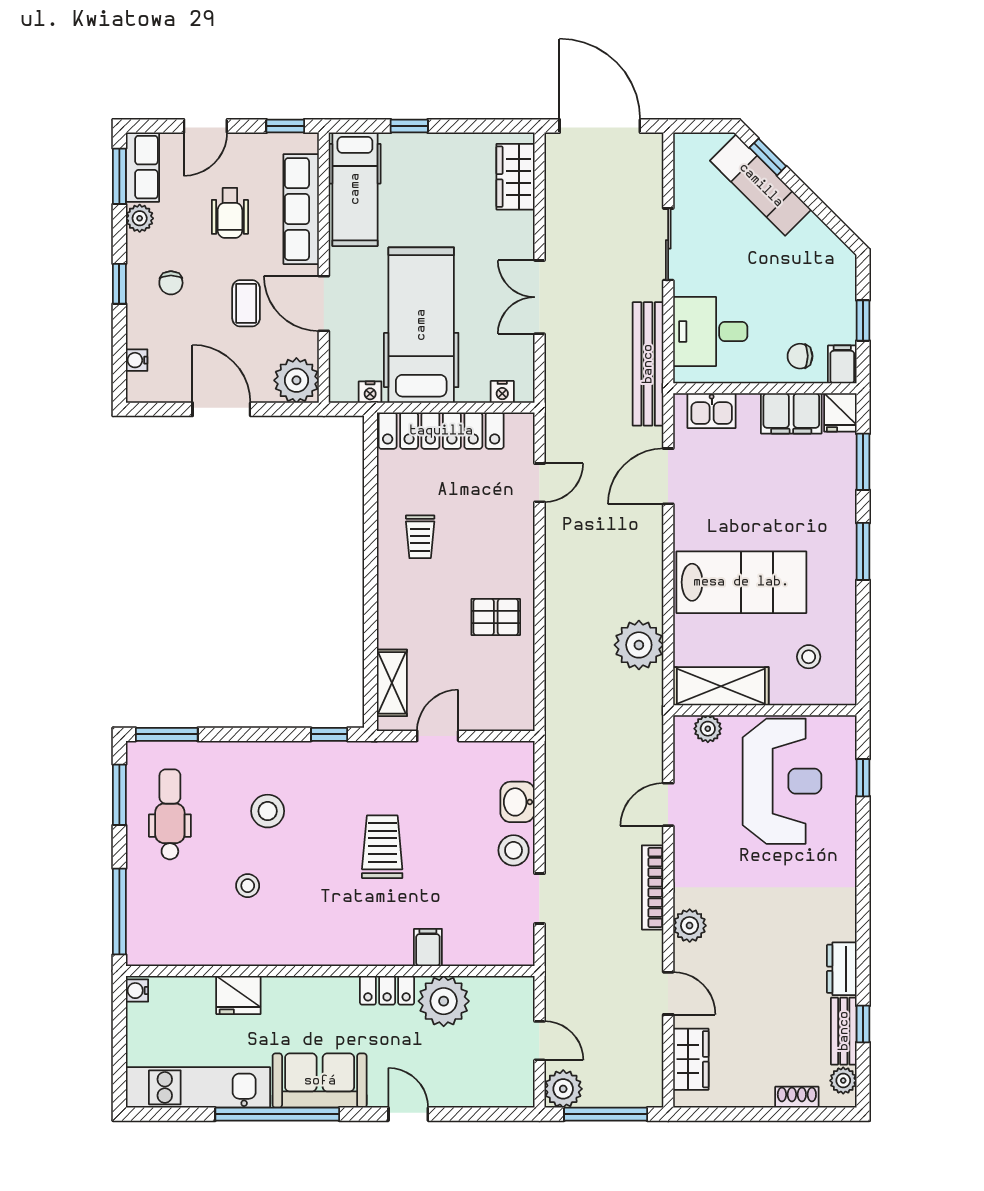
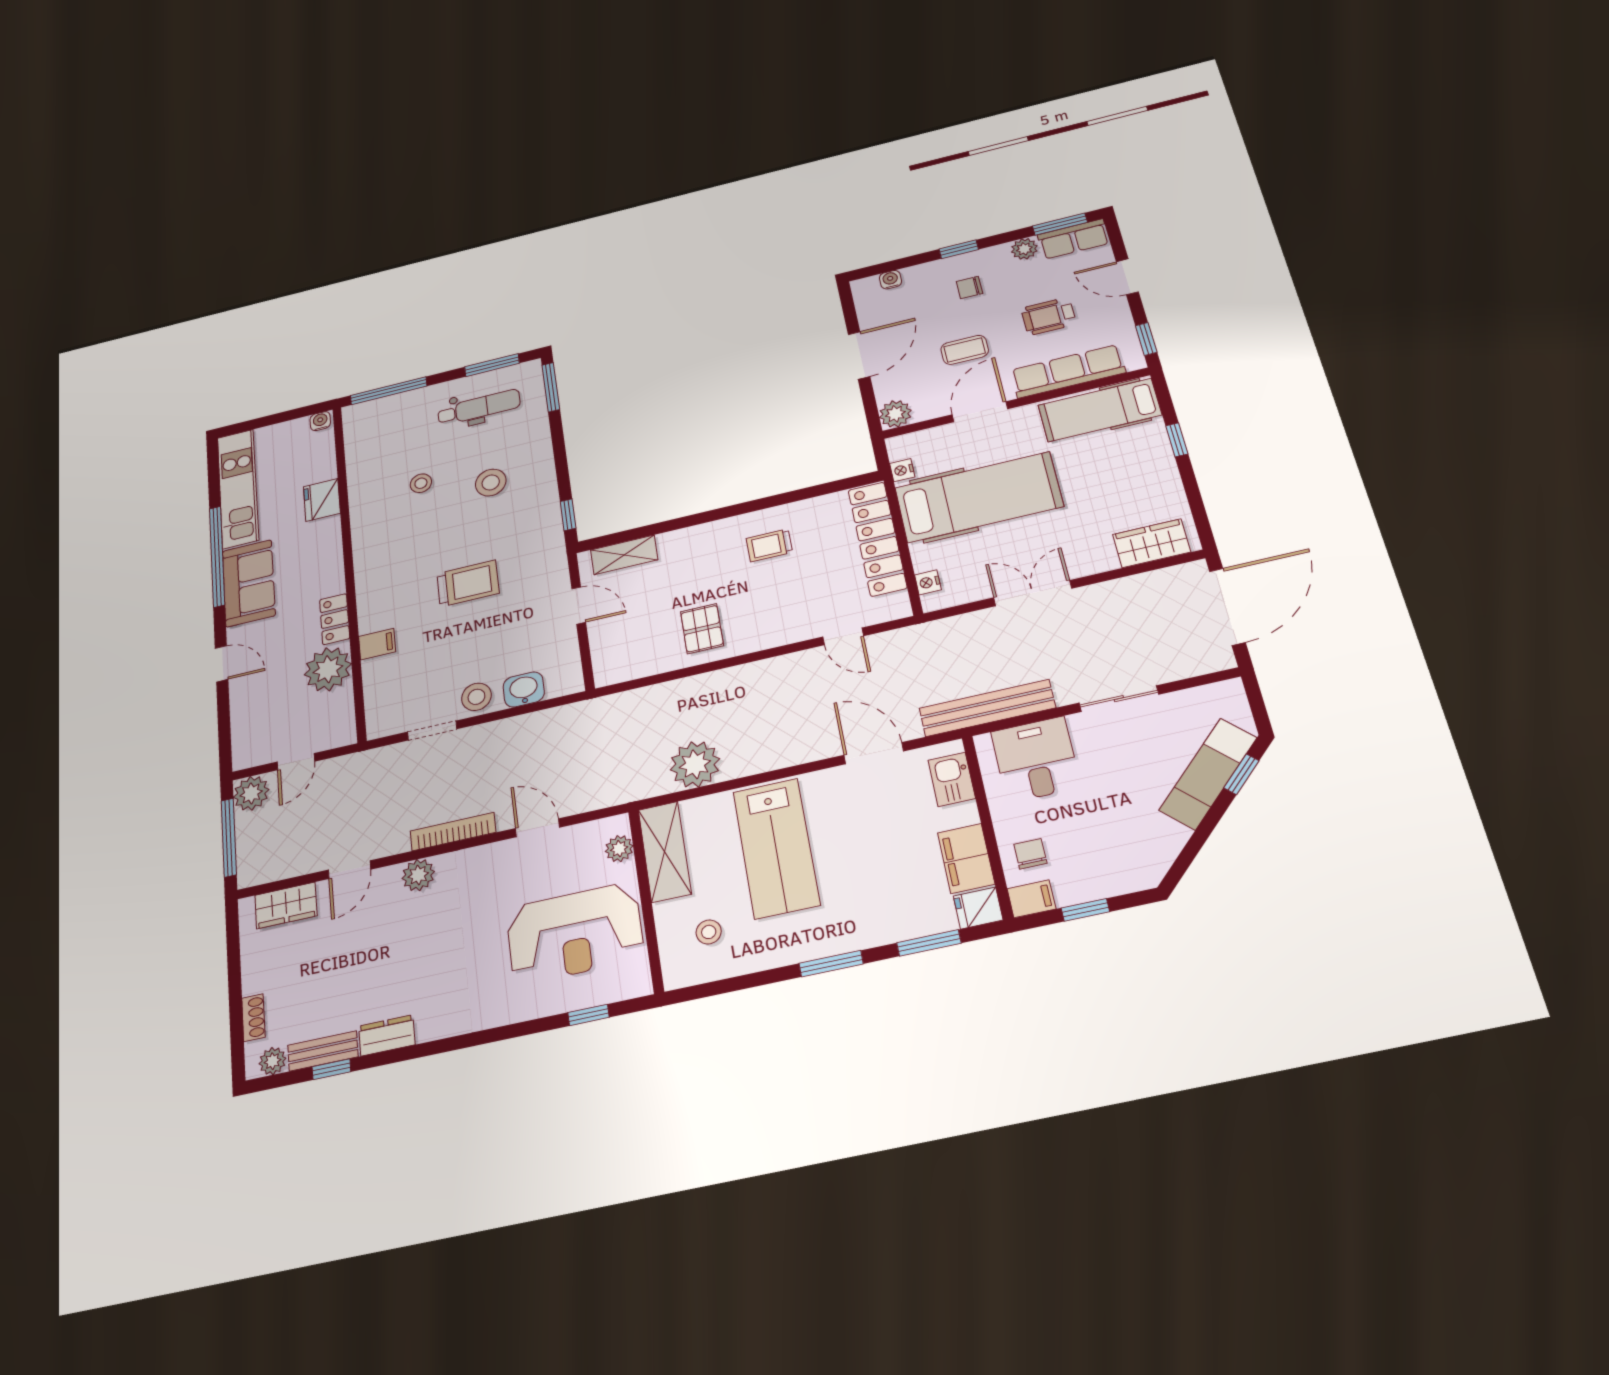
plant: (296, 380) -> (895, 414), width x0.73, depth x0.73
door: (408, 1114) -> (221, 664), hinge flipped

